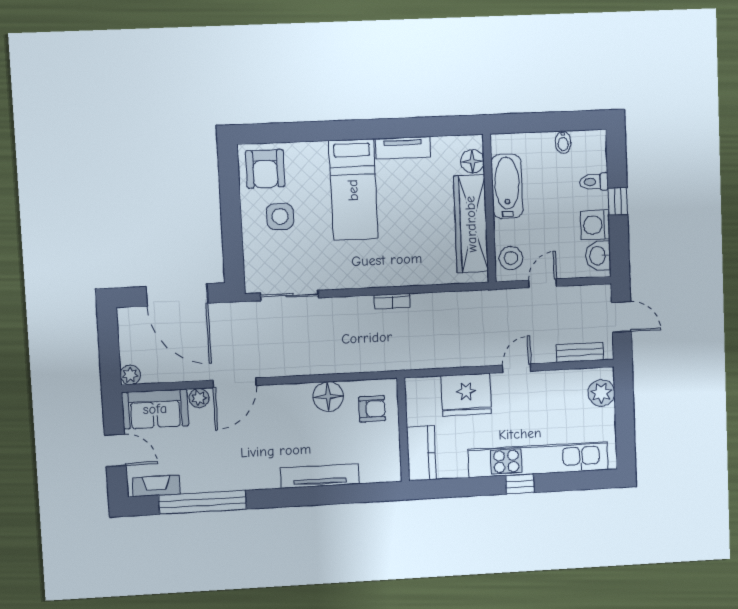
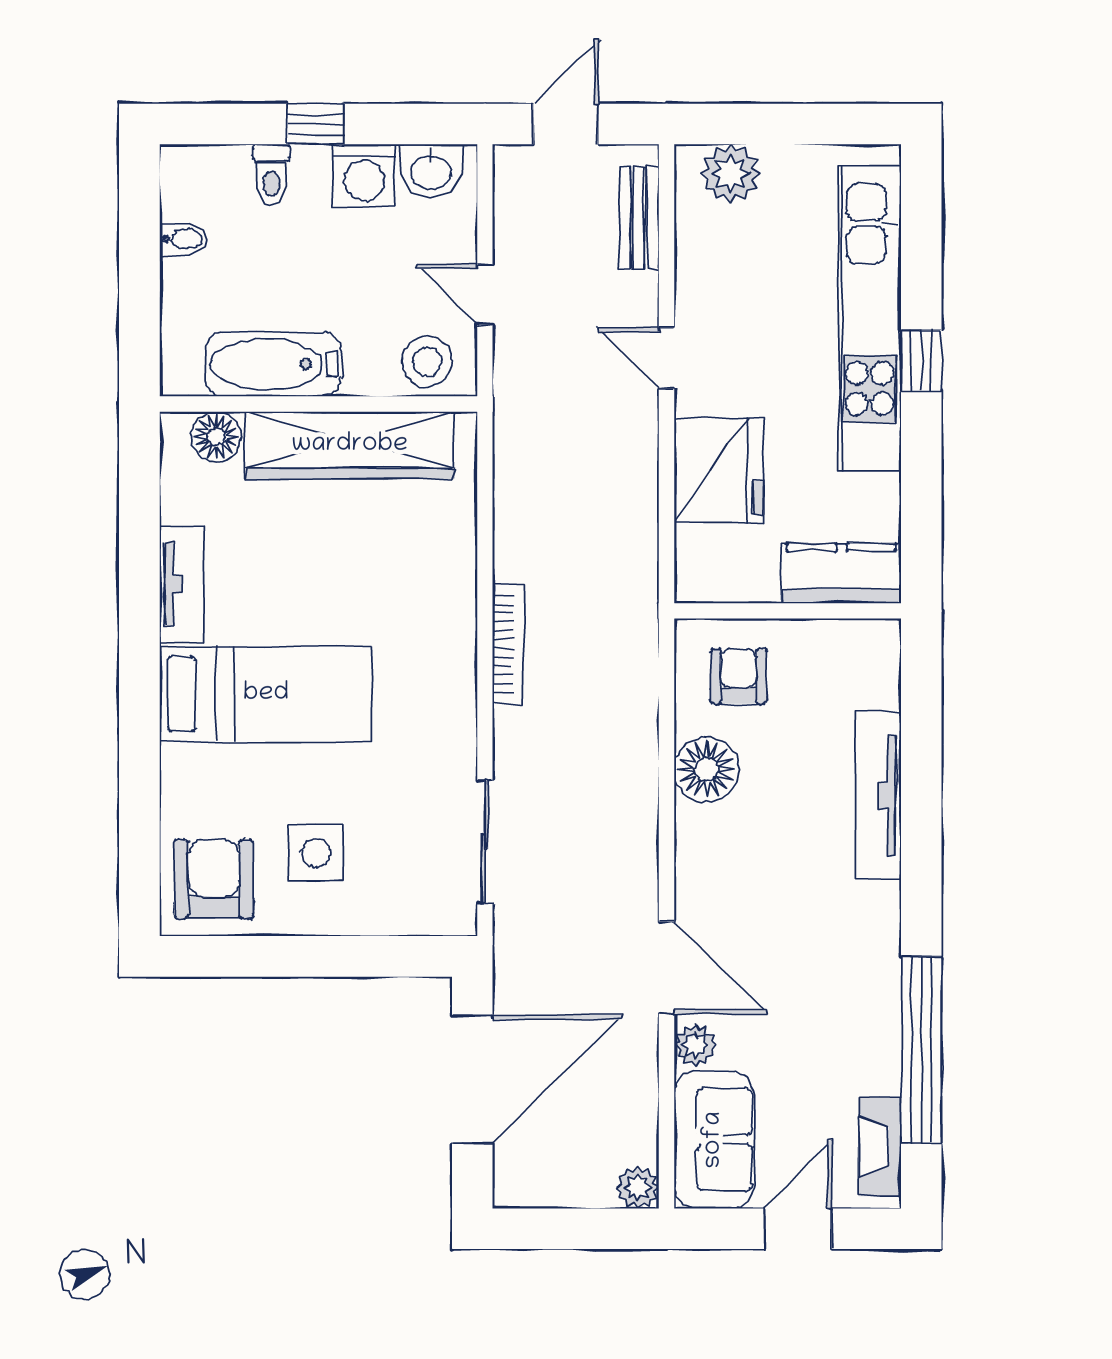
armchair: (265, 169) -> (214, 879), turned -90
bookcase: (392, 301) -> (508, 644), width x1.56

